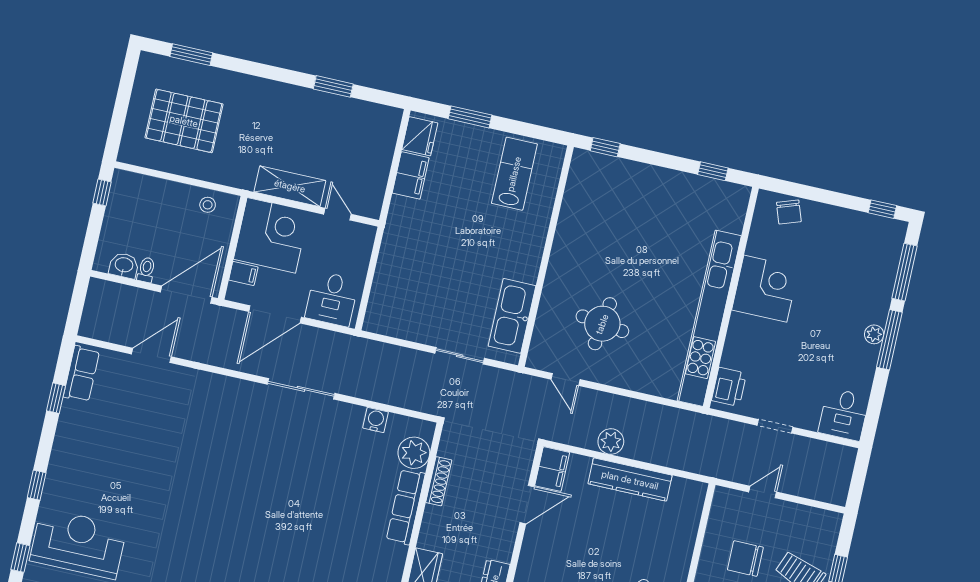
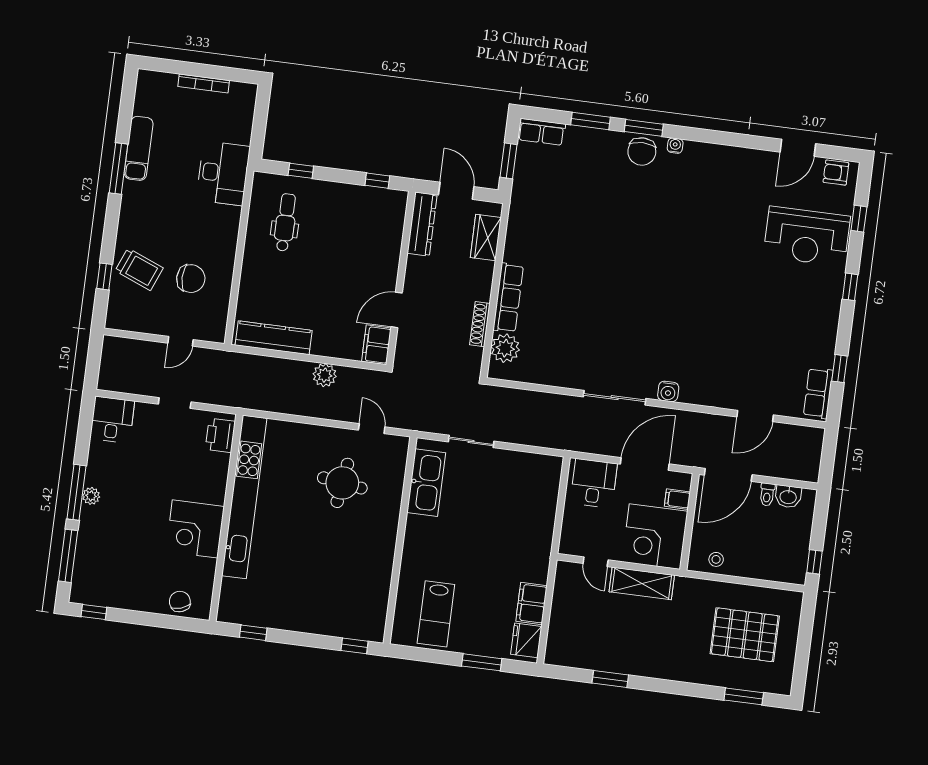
water cooler: (376, 420) -> (668, 391), moved
kitchen counter: (630, 480) -> (274, 338), moved

